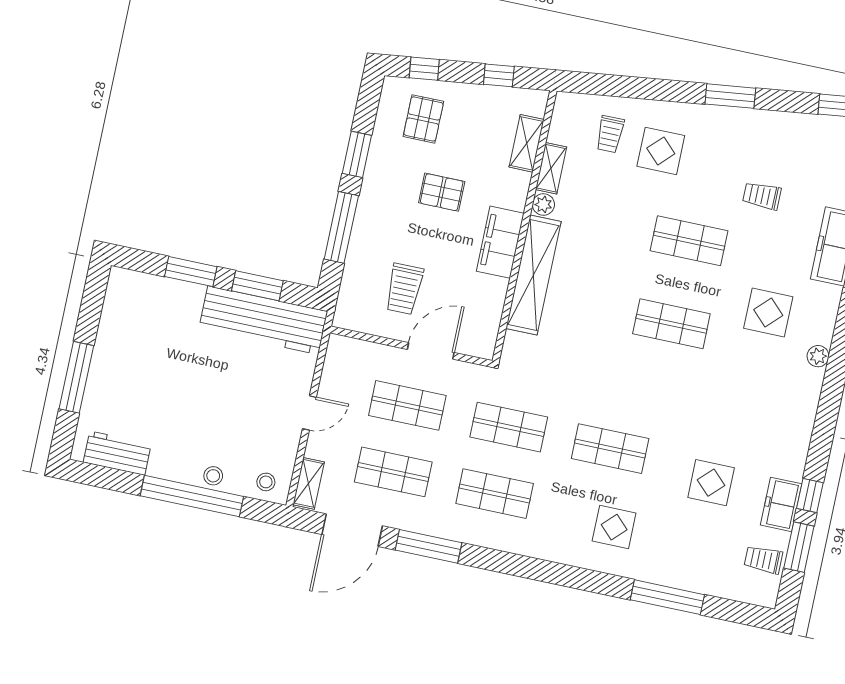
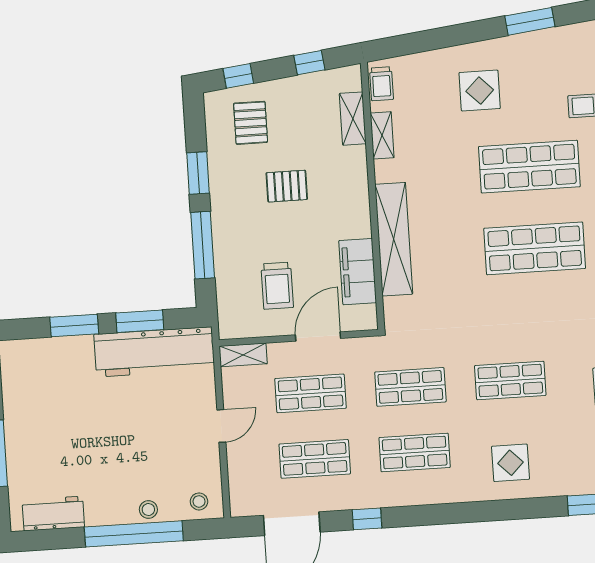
trolley: (610, 134) -> (381, 84), moved
plant: (543, 204) -> (384, 171), removed
shop shelf: (689, 241) -> (529, 167), width x1.43, depth x1.36
filing cabinet: (500, 242) -> (358, 272), moved
shop shelf: (671, 324) -> (535, 248), width x1.43, depth x1.36
shelving: (309, 483) -> (243, 355), moved, turned 90
display table: (614, 527) -> (510, 463), moved
window: (428, 546) -> (367, 519), width x0.46

